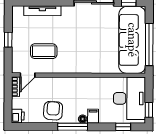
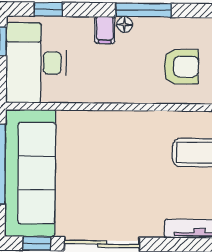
armchair: (53, 111) -> (181, 67), moved, turned -94

